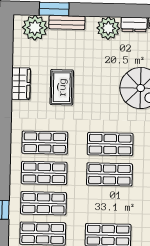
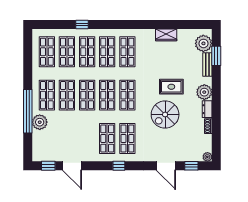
rug: (62, 87) -> (171, 87), moved
shop shelf: (109, 205) -> (87, 95), added

